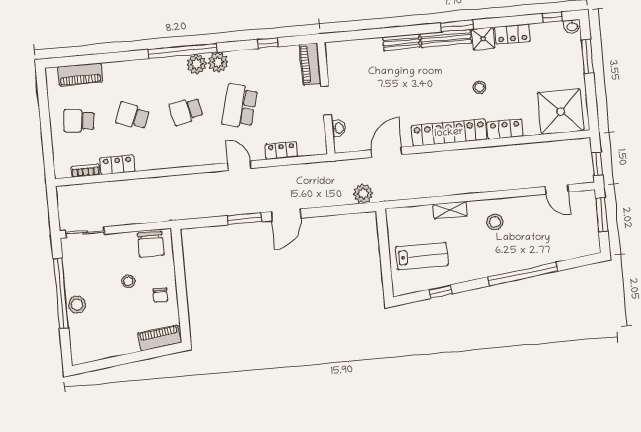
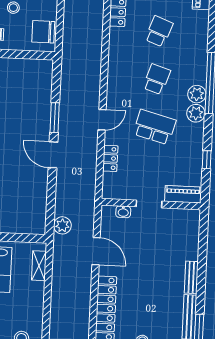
school desk: (186, 111) -> (157, 79), turned 30
shelving: (450, 210) -> (39, 266), moved

